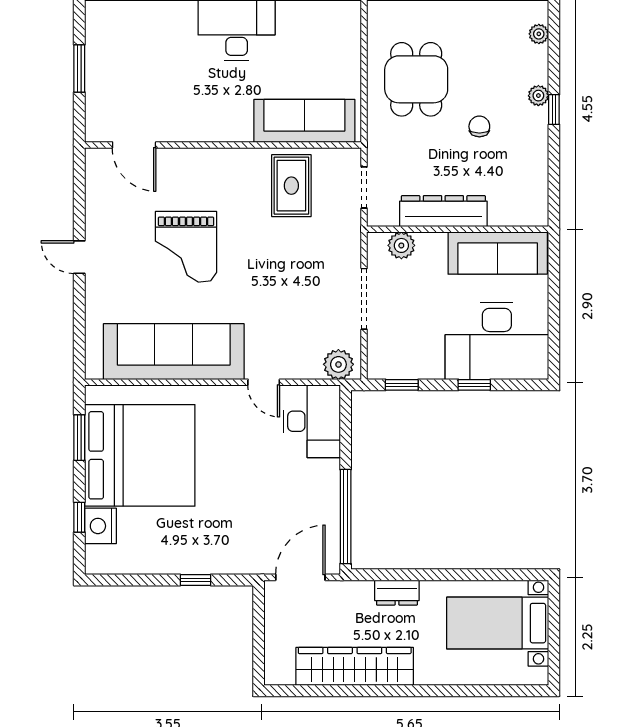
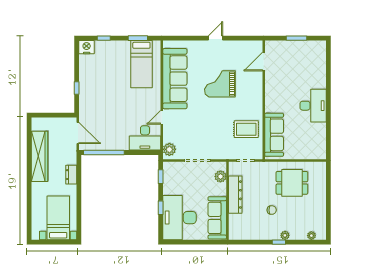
bed: (140, 455) -> (141, 64), width x0.49
nightstand: (100, 526) -> (87, 47), moved

